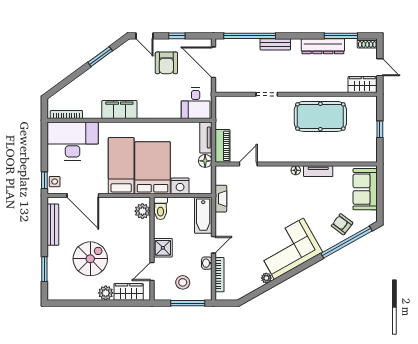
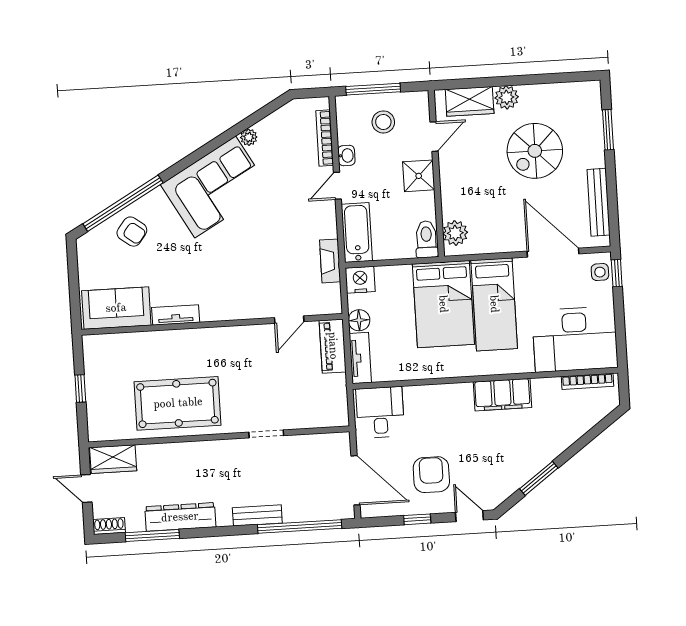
floor lamp: (296, 170) -> (212, 314), removed
nightstand: (180, 186) -> (360, 280), moved
sofa: (365, 189) -> (116, 308), moved, turned -90

